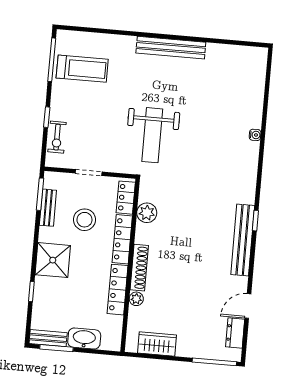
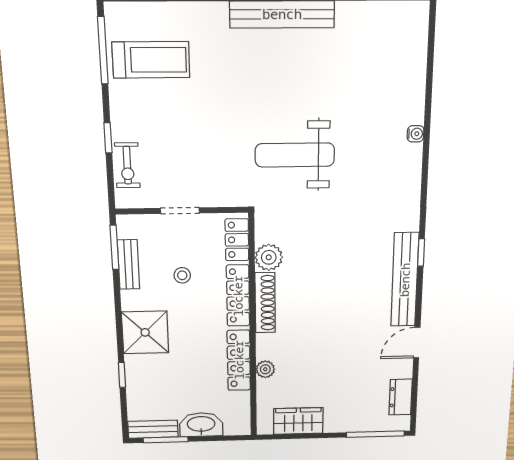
weight bench: (152, 135) -> (295, 155), moved, turned 90
stool: (84, 220) -> (182, 275), width x0.53, depth x0.53
shoe rack: (139, 268) -> (265, 303), moved
door: (248, 306) -> (417, 343), moved

